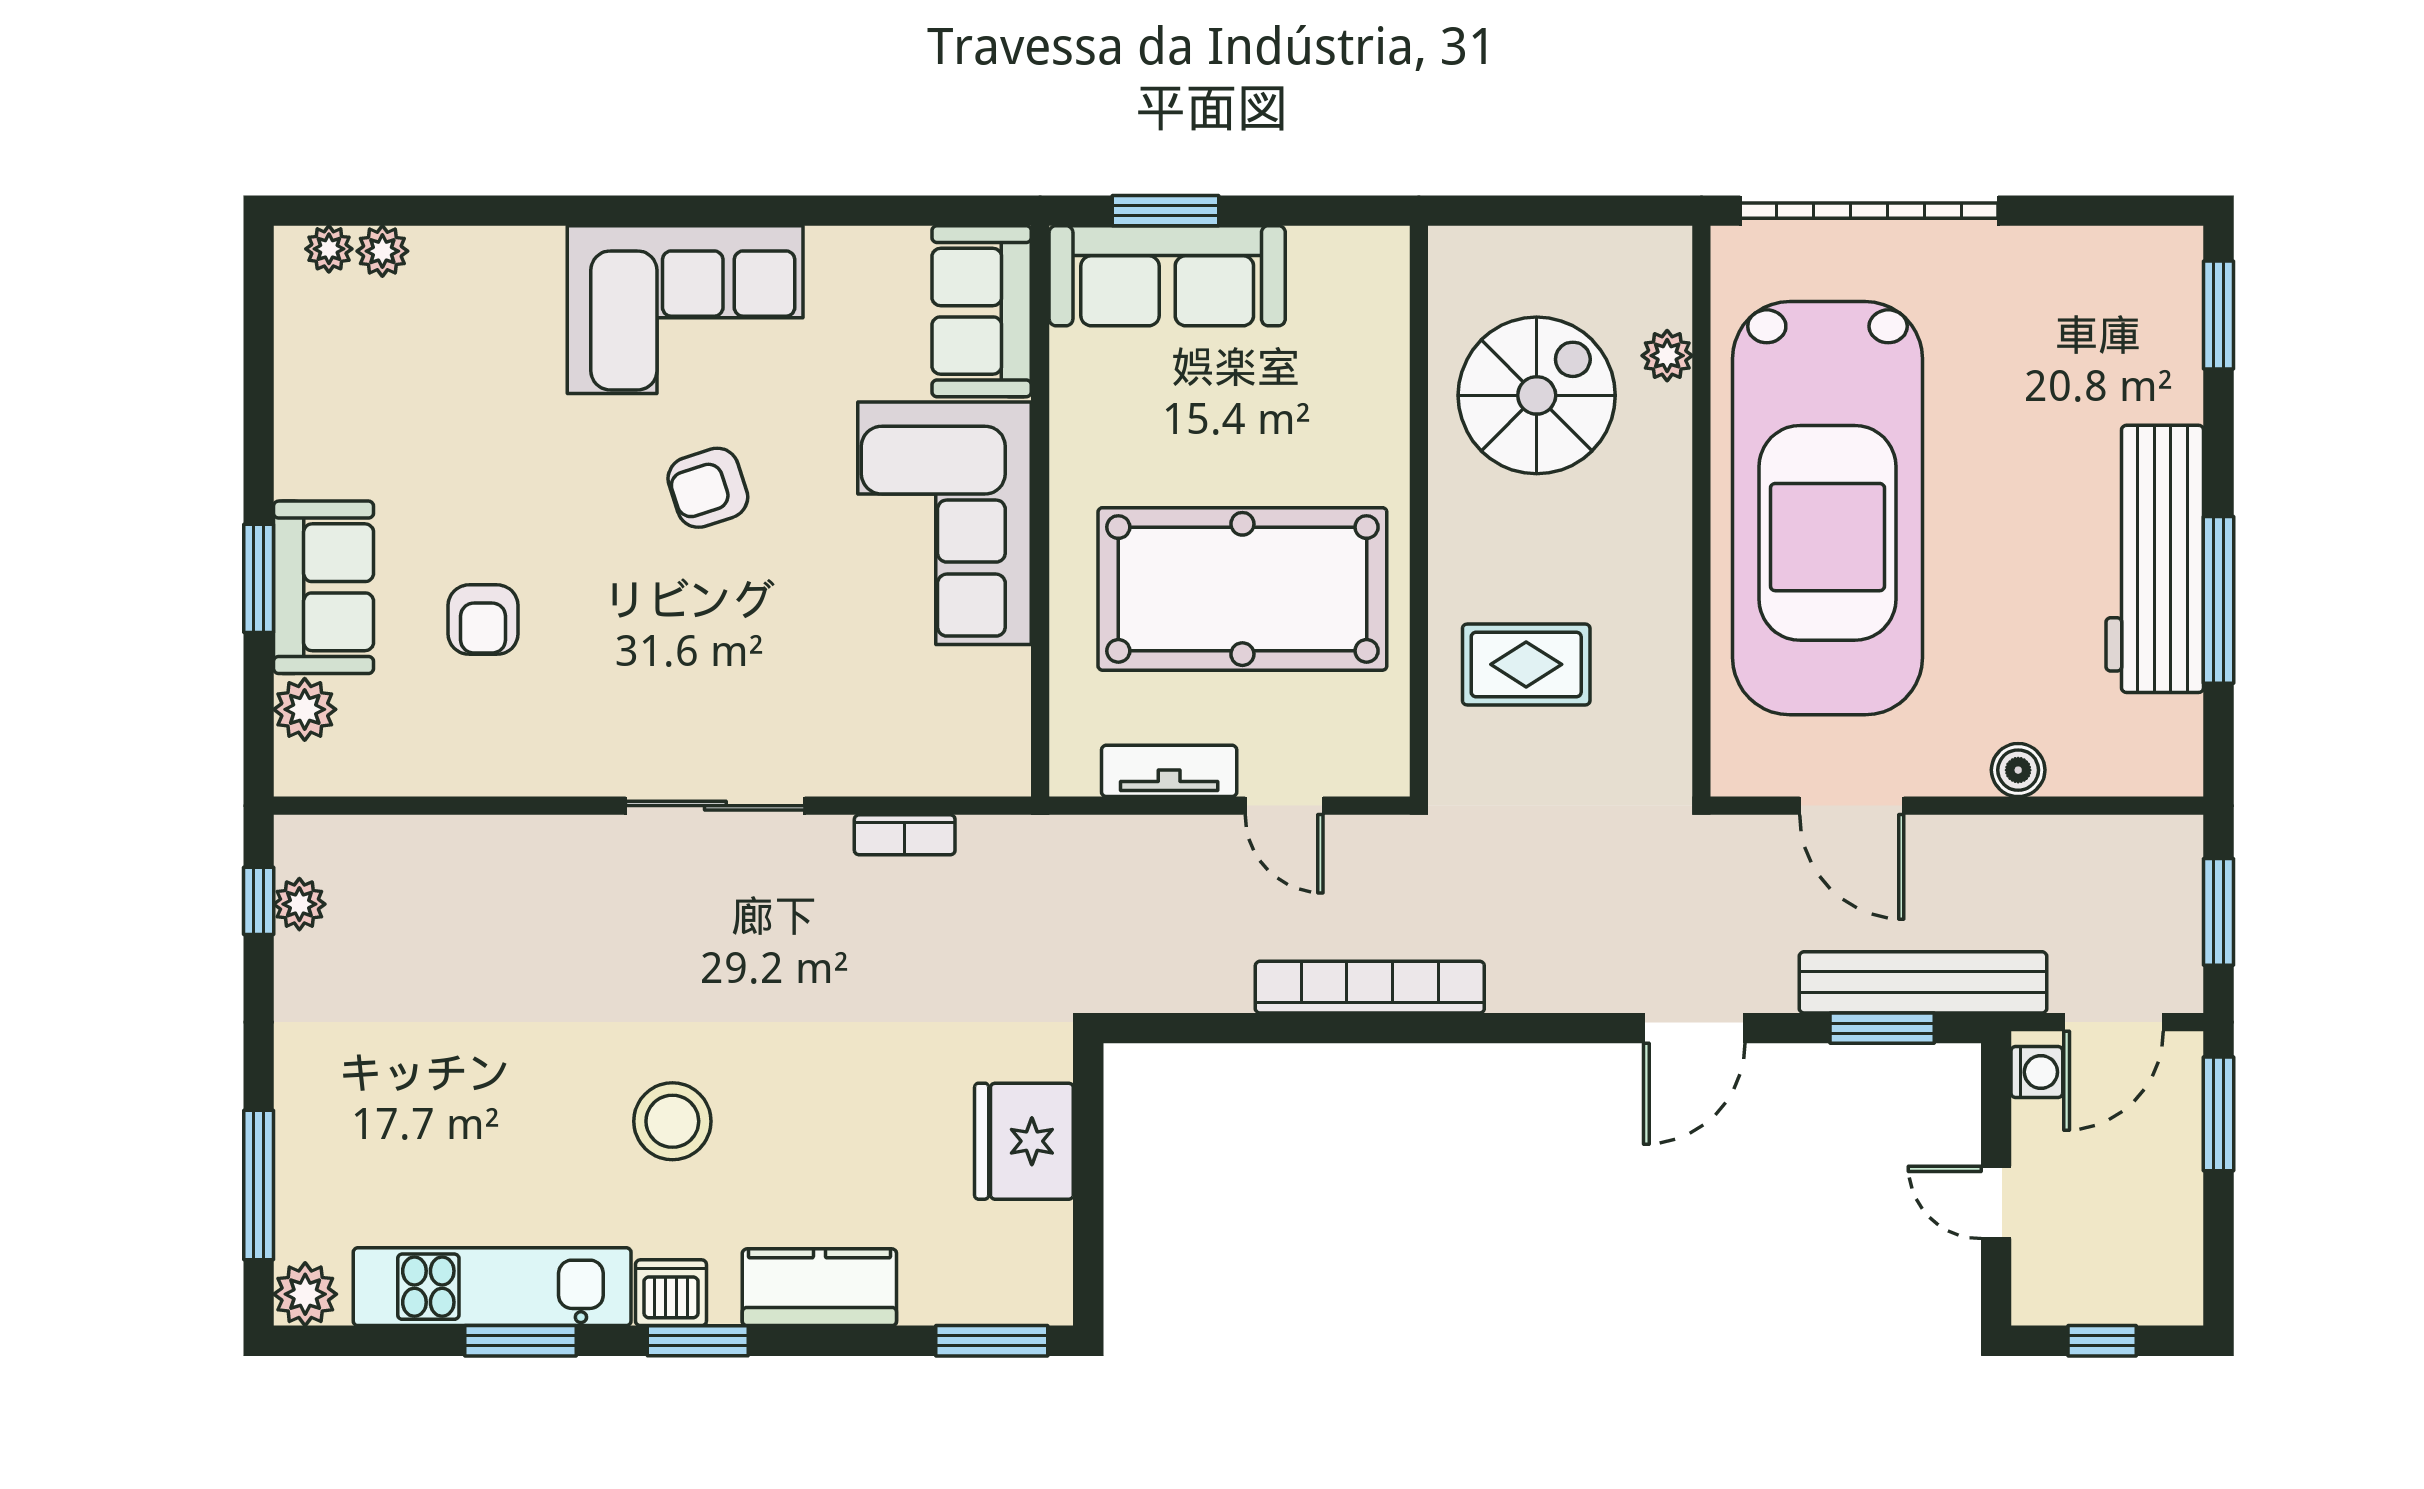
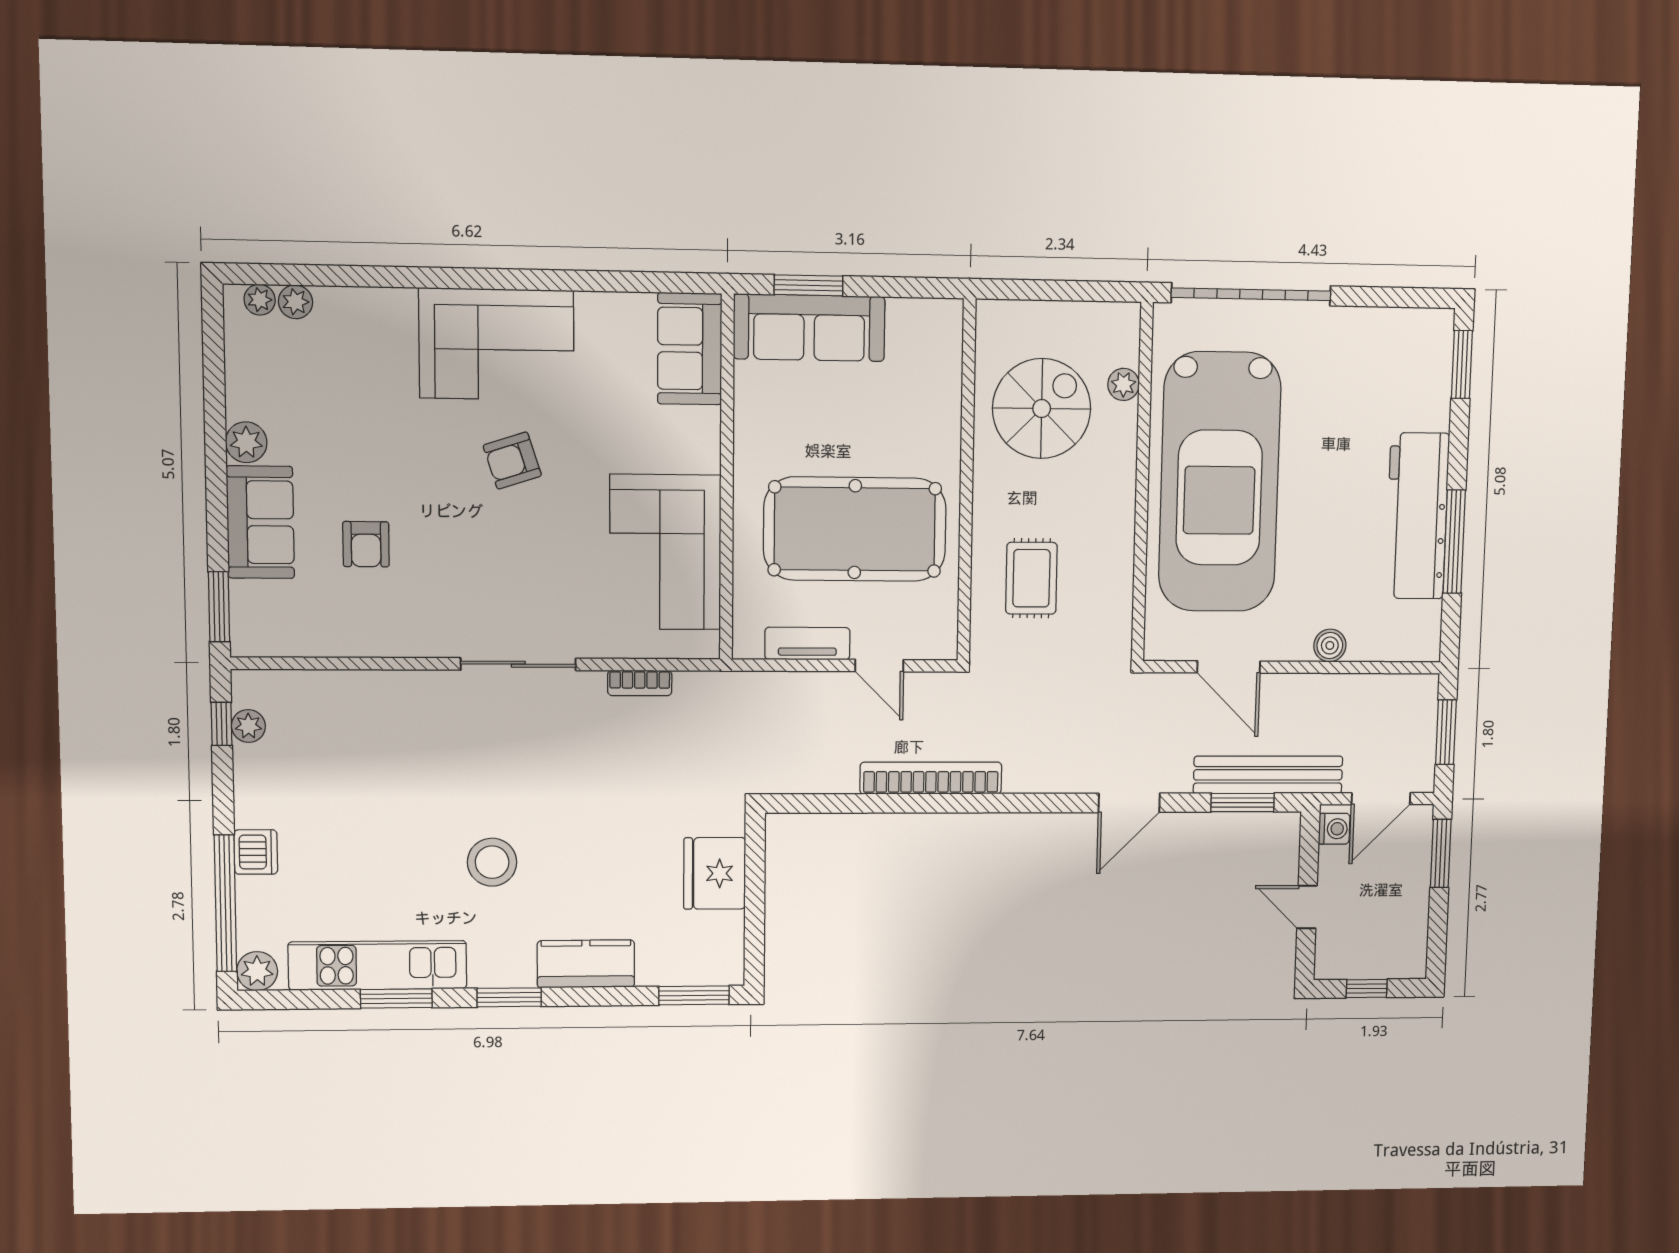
corner sofa: (945, 523) -> (665, 552), moved
window: (259, 578) -> (219, 607), moved
rug: (1526, 664) -> (1031, 578), turned 90
plant: (305, 709) -> (246, 442), moved
window: (259, 1185) -> (225, 903), width x1.46
dishwasher: (671, 1293) -> (256, 852), moved, turned 90

